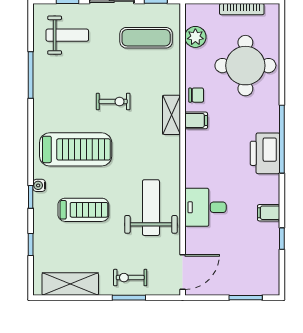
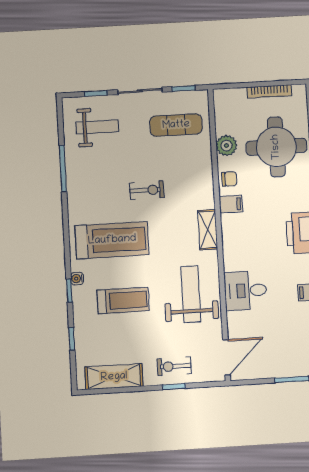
plant: (195, 37) -> (226, 146), moved
shelving: (171, 115) -> (208, 230), moved
window: (129, 298) -> (174, 387), width x0.67

